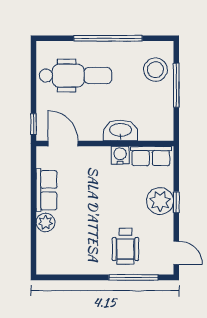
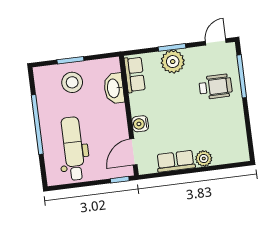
stool: (155, 70) -> (72, 82), moved
window: (176, 85) -> (70, 60), width x0.69
washbasin: (121, 130) -> (114, 88), moved
water cooler: (120, 155) -> (140, 124), moved
window: (176, 202) -> (172, 47), width x1.50

